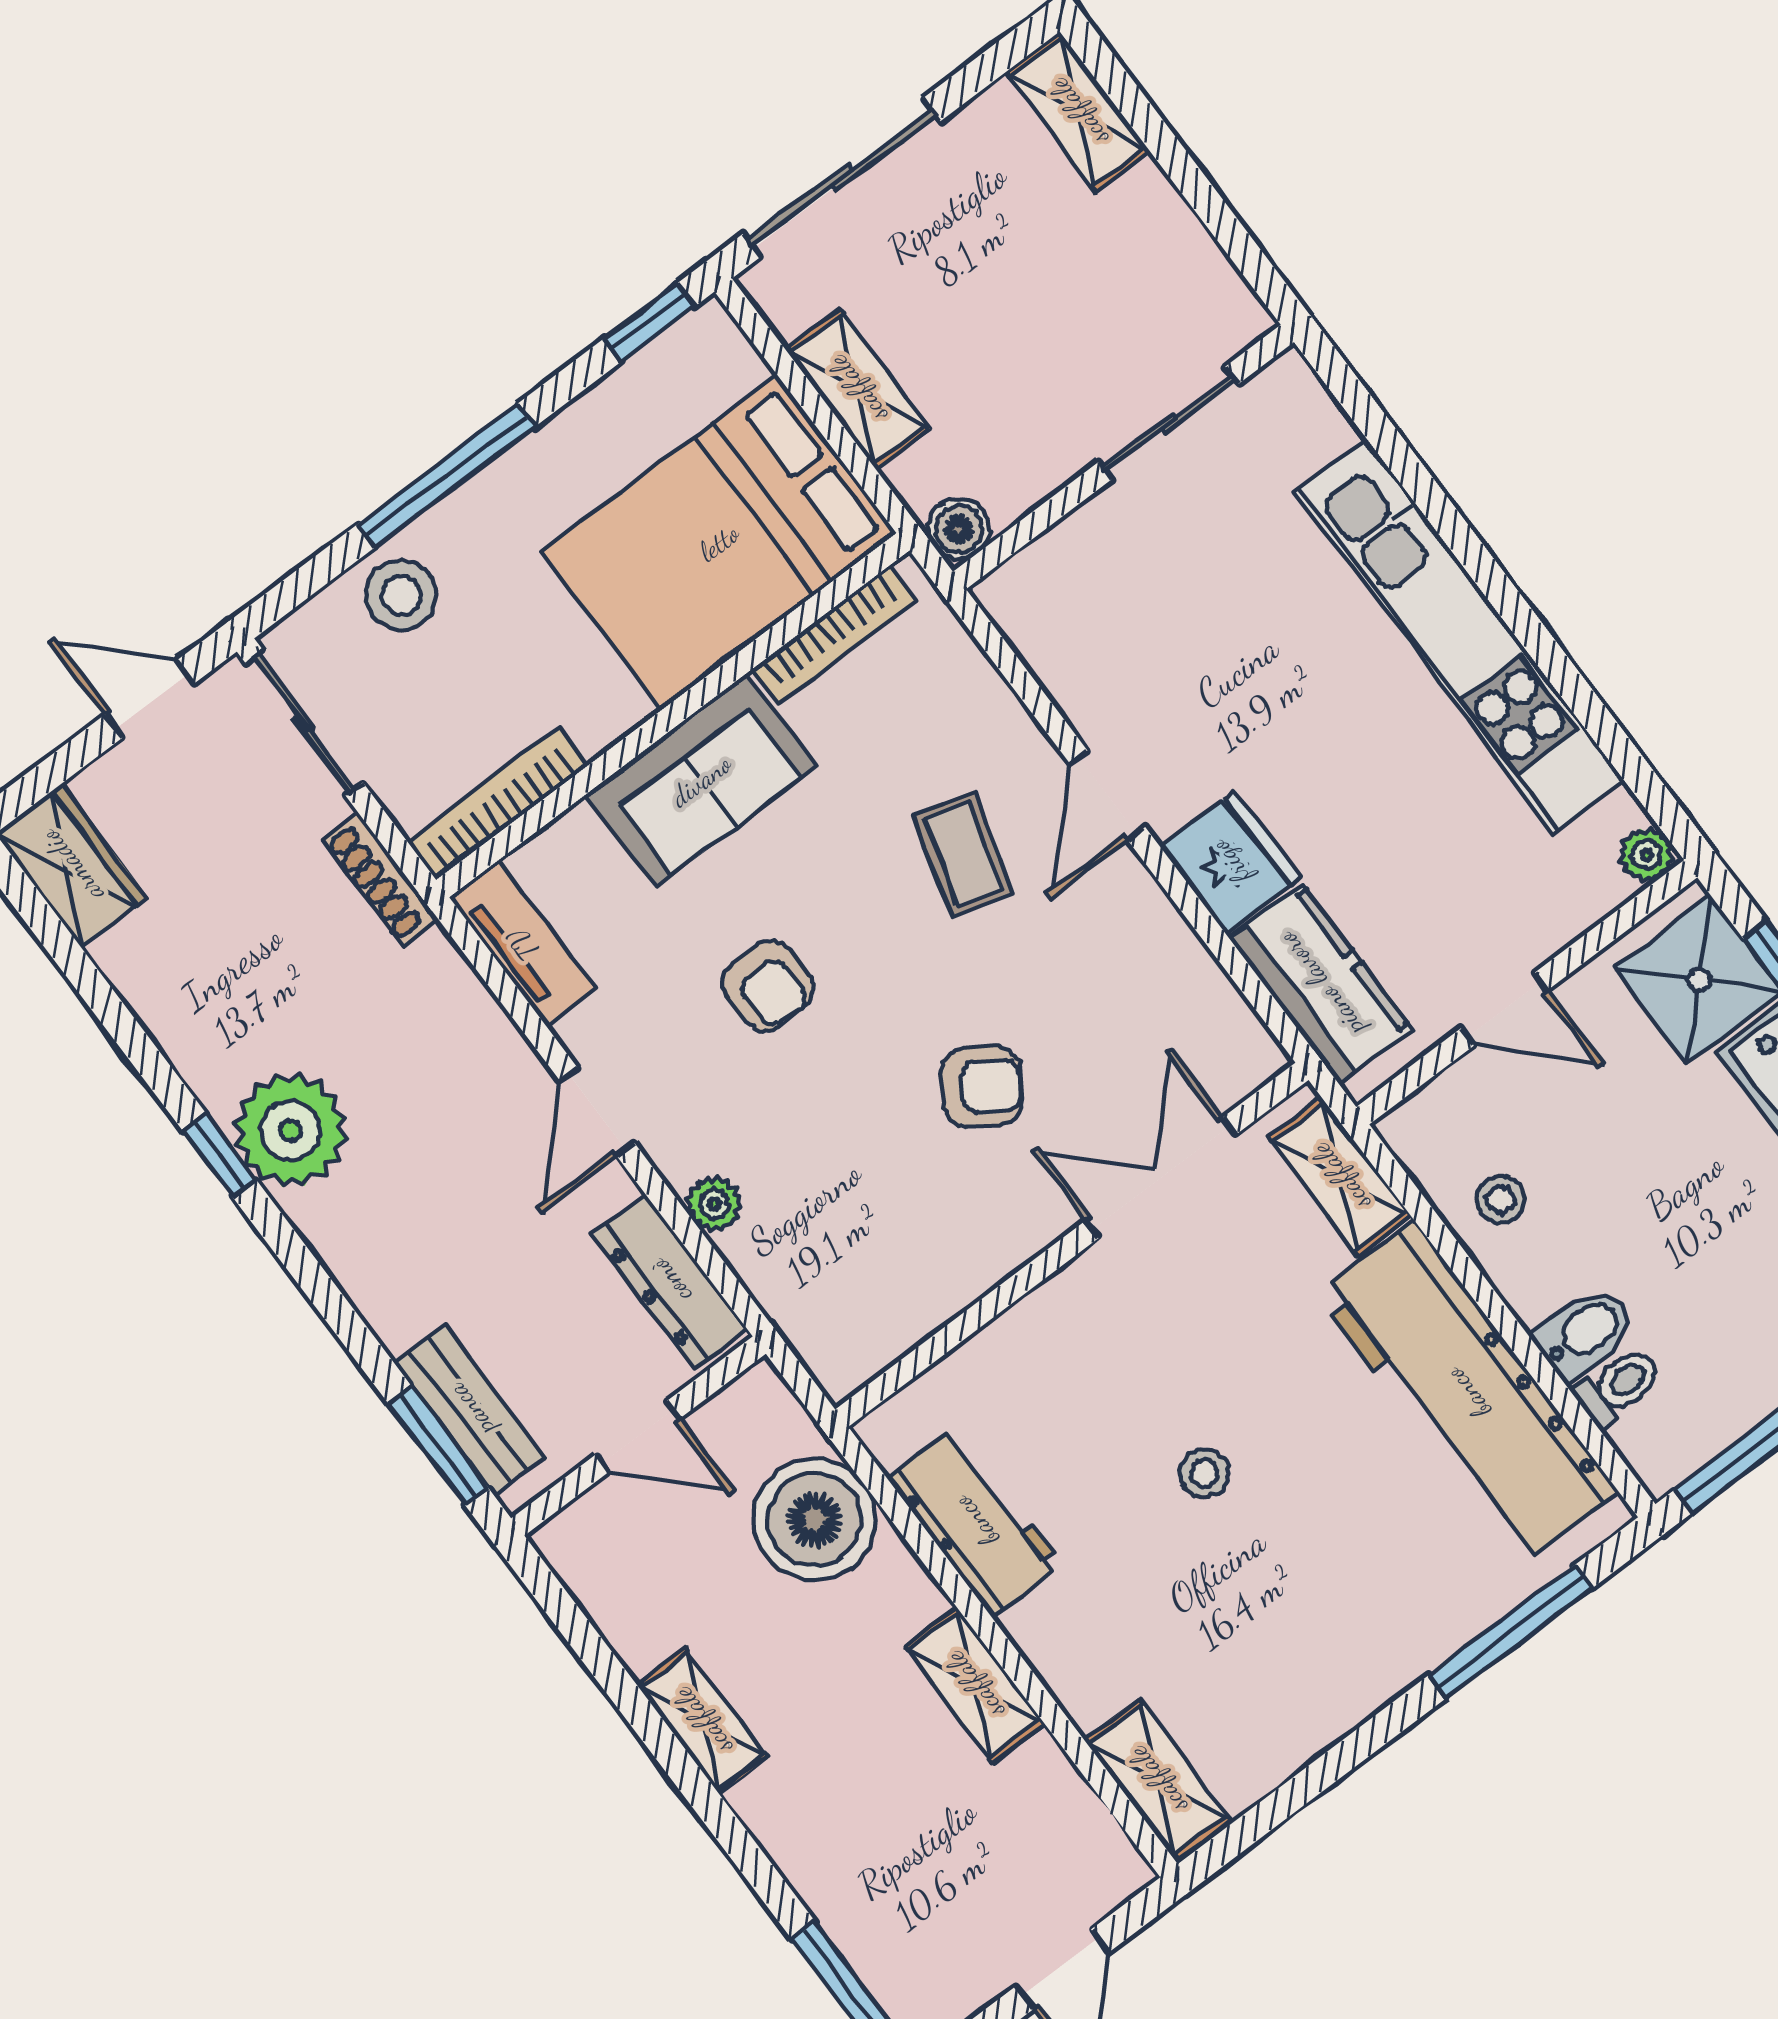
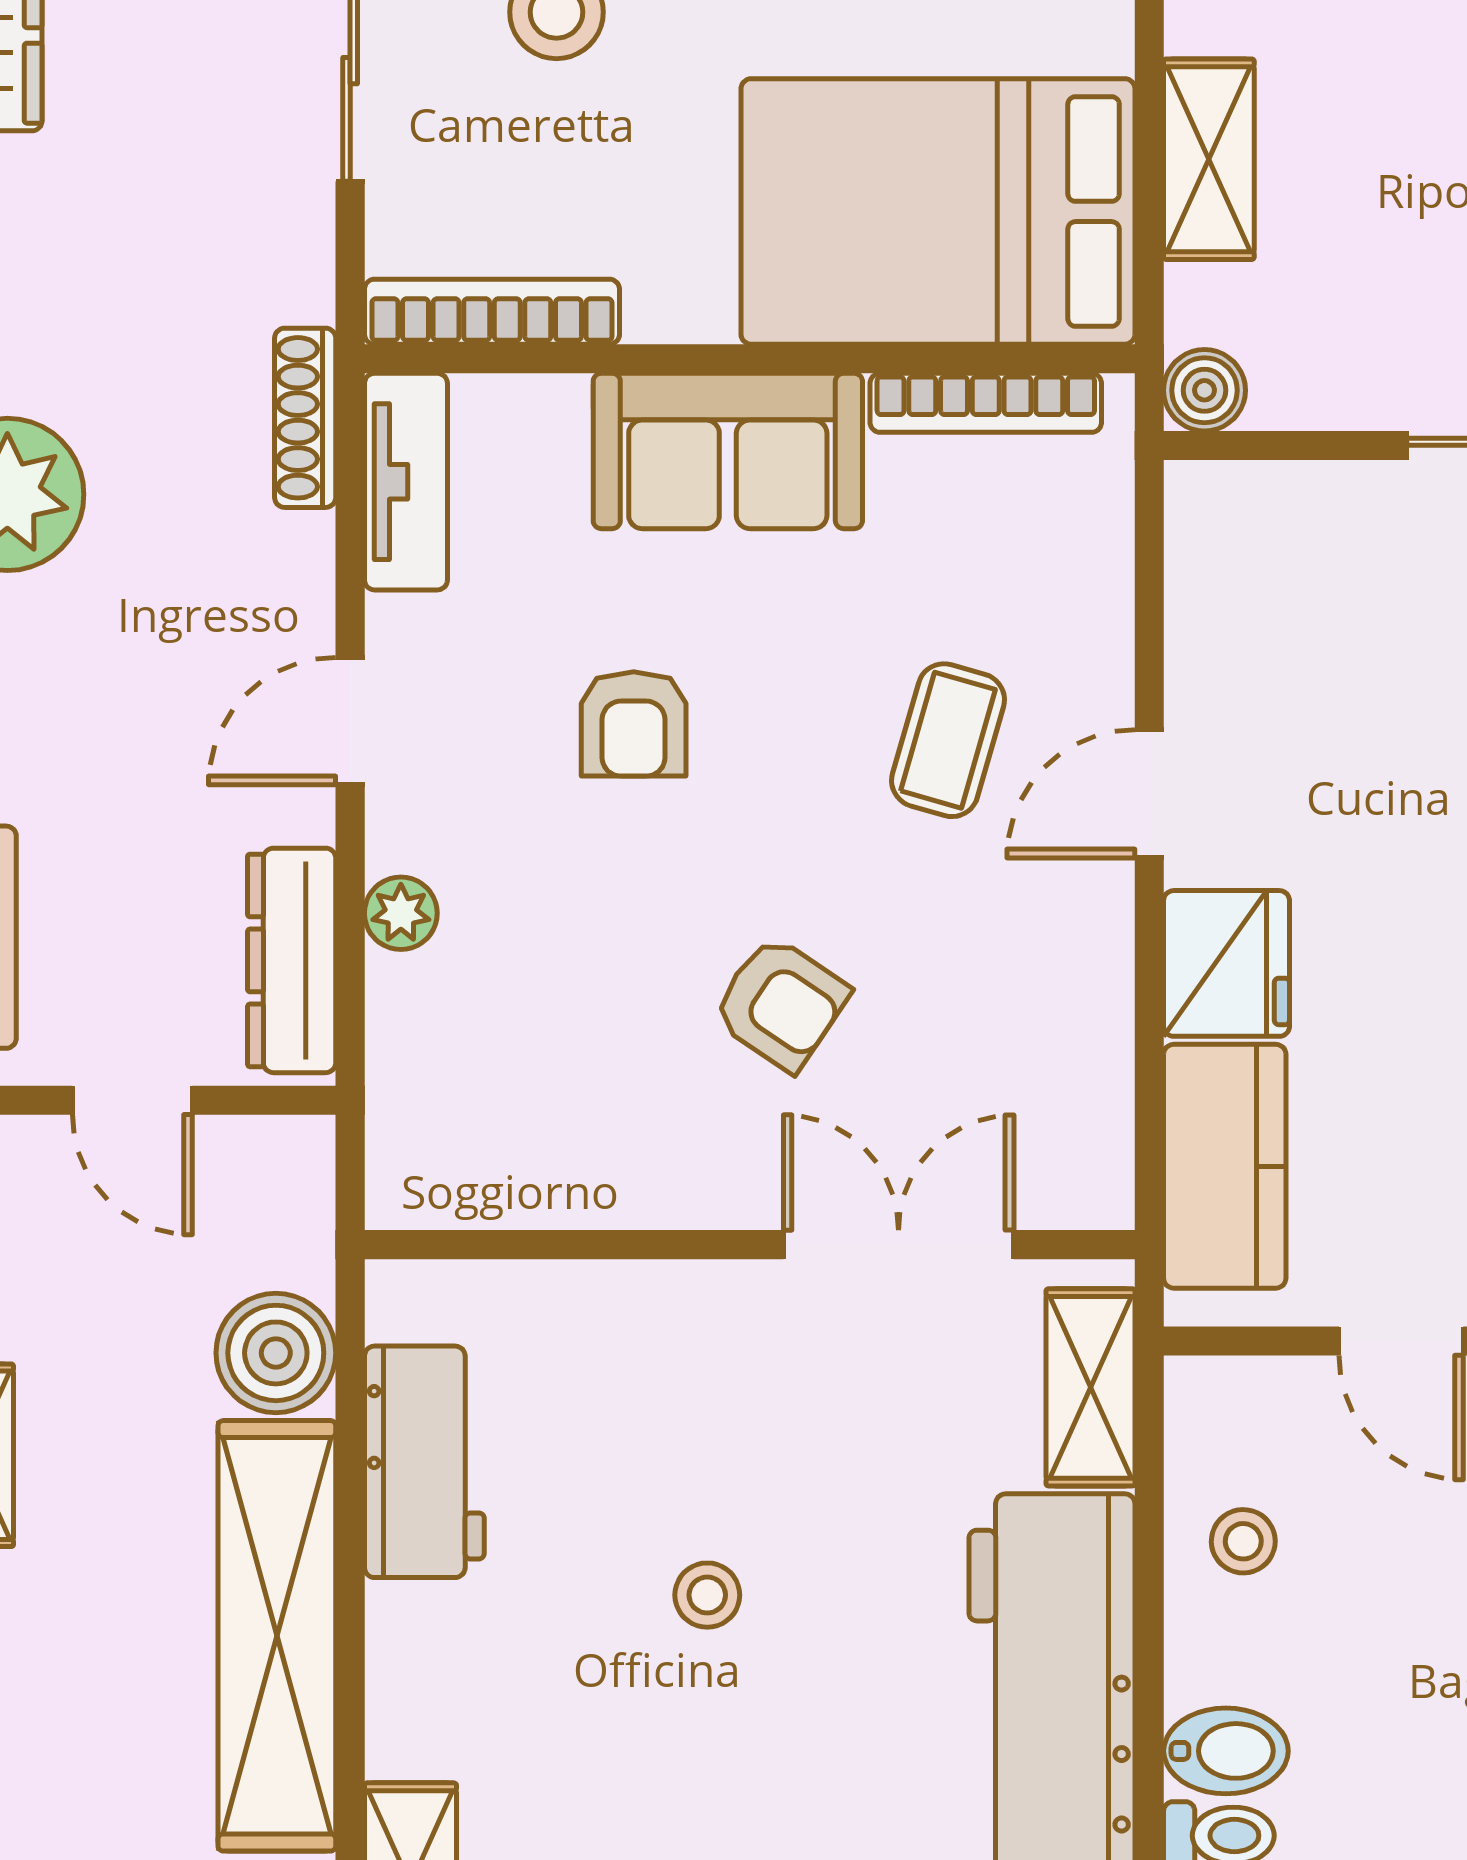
shoe rack: (380, 879) -> (305, 418), moved
boiler: (814, 1520) -> (276, 1353), width x0.73, depth x0.73
shelving: (974, 1685) -> (277, 1636), width x2.20, depth x1.33

